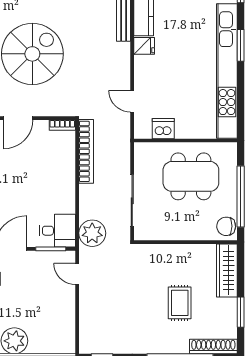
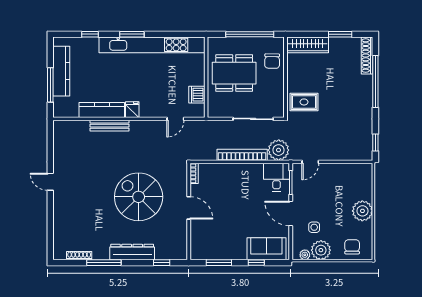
bookcase: (86, 151) -> (242, 155), moved
dining table: (191, 176) -> (234, 73), turned 90
chair: (226, 226) -> (272, 61), moved
rug: (180, 303) -> (304, 102), moved

